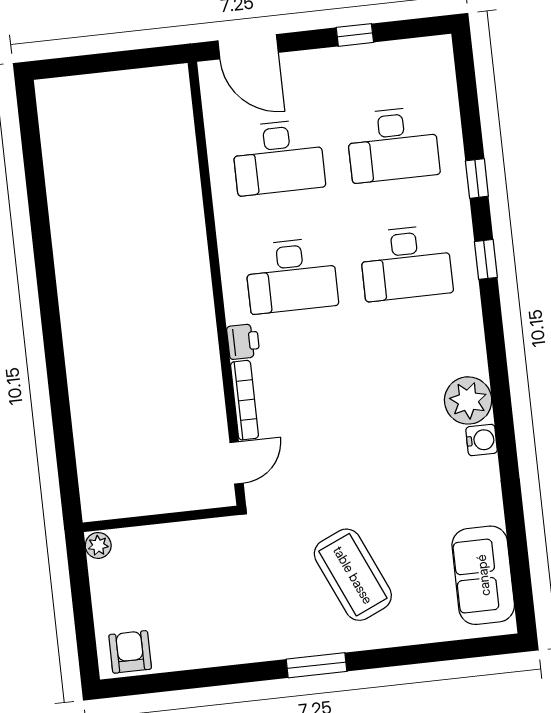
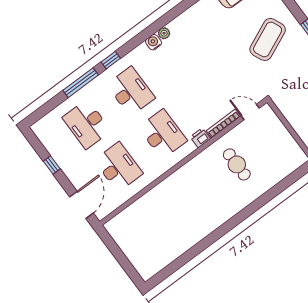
desk: (393, 144) -> (87, 124), turned 180
window: (477, 178) -> (81, 83), width x2.17
cafe table: (153, 380) -> (237, 164), added
plant: (468, 400) -> (164, 33), width x0.53, depth x0.53
water cooler: (482, 440) -> (154, 42), moved

